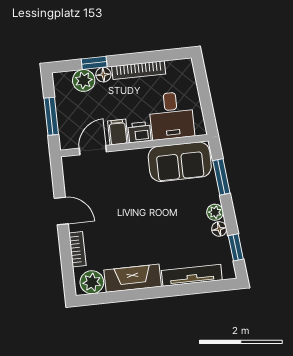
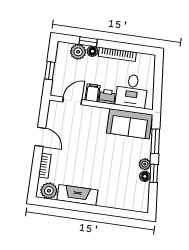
window: (51, 116) -> (50, 71), width x0.67
window: (236, 247) -> (154, 173), moved
tv unit: (192, 275) -> (118, 203), removed

